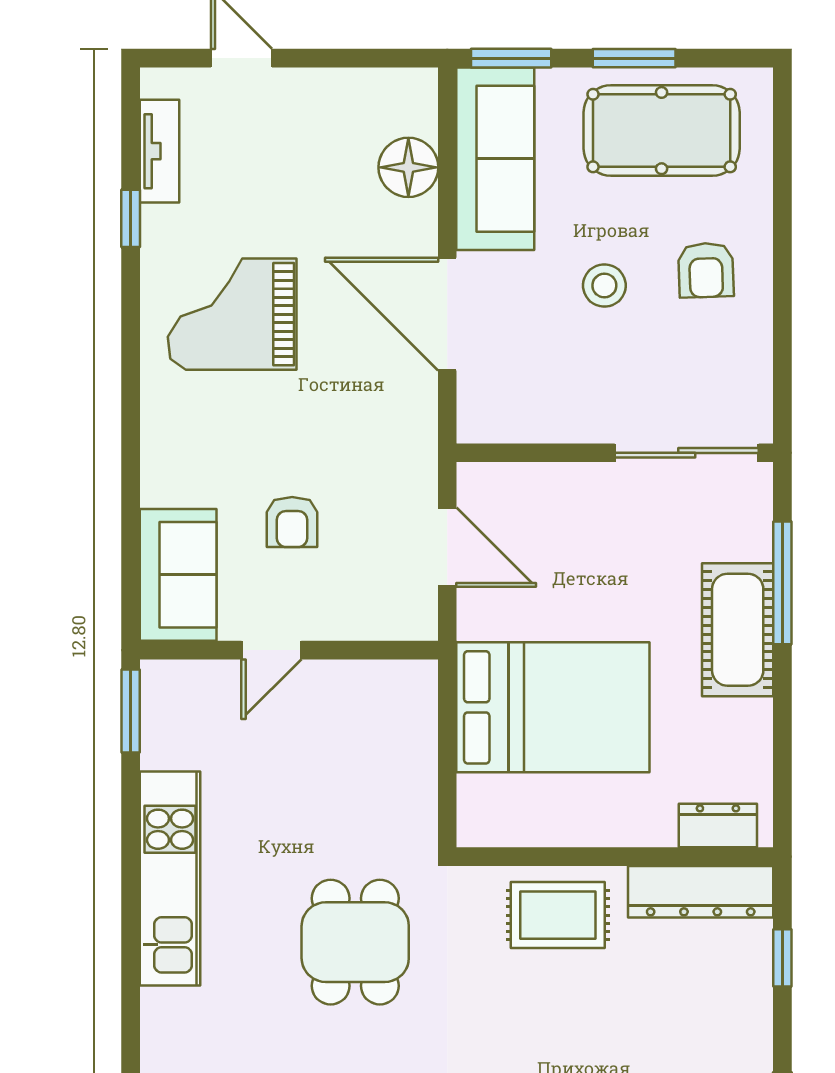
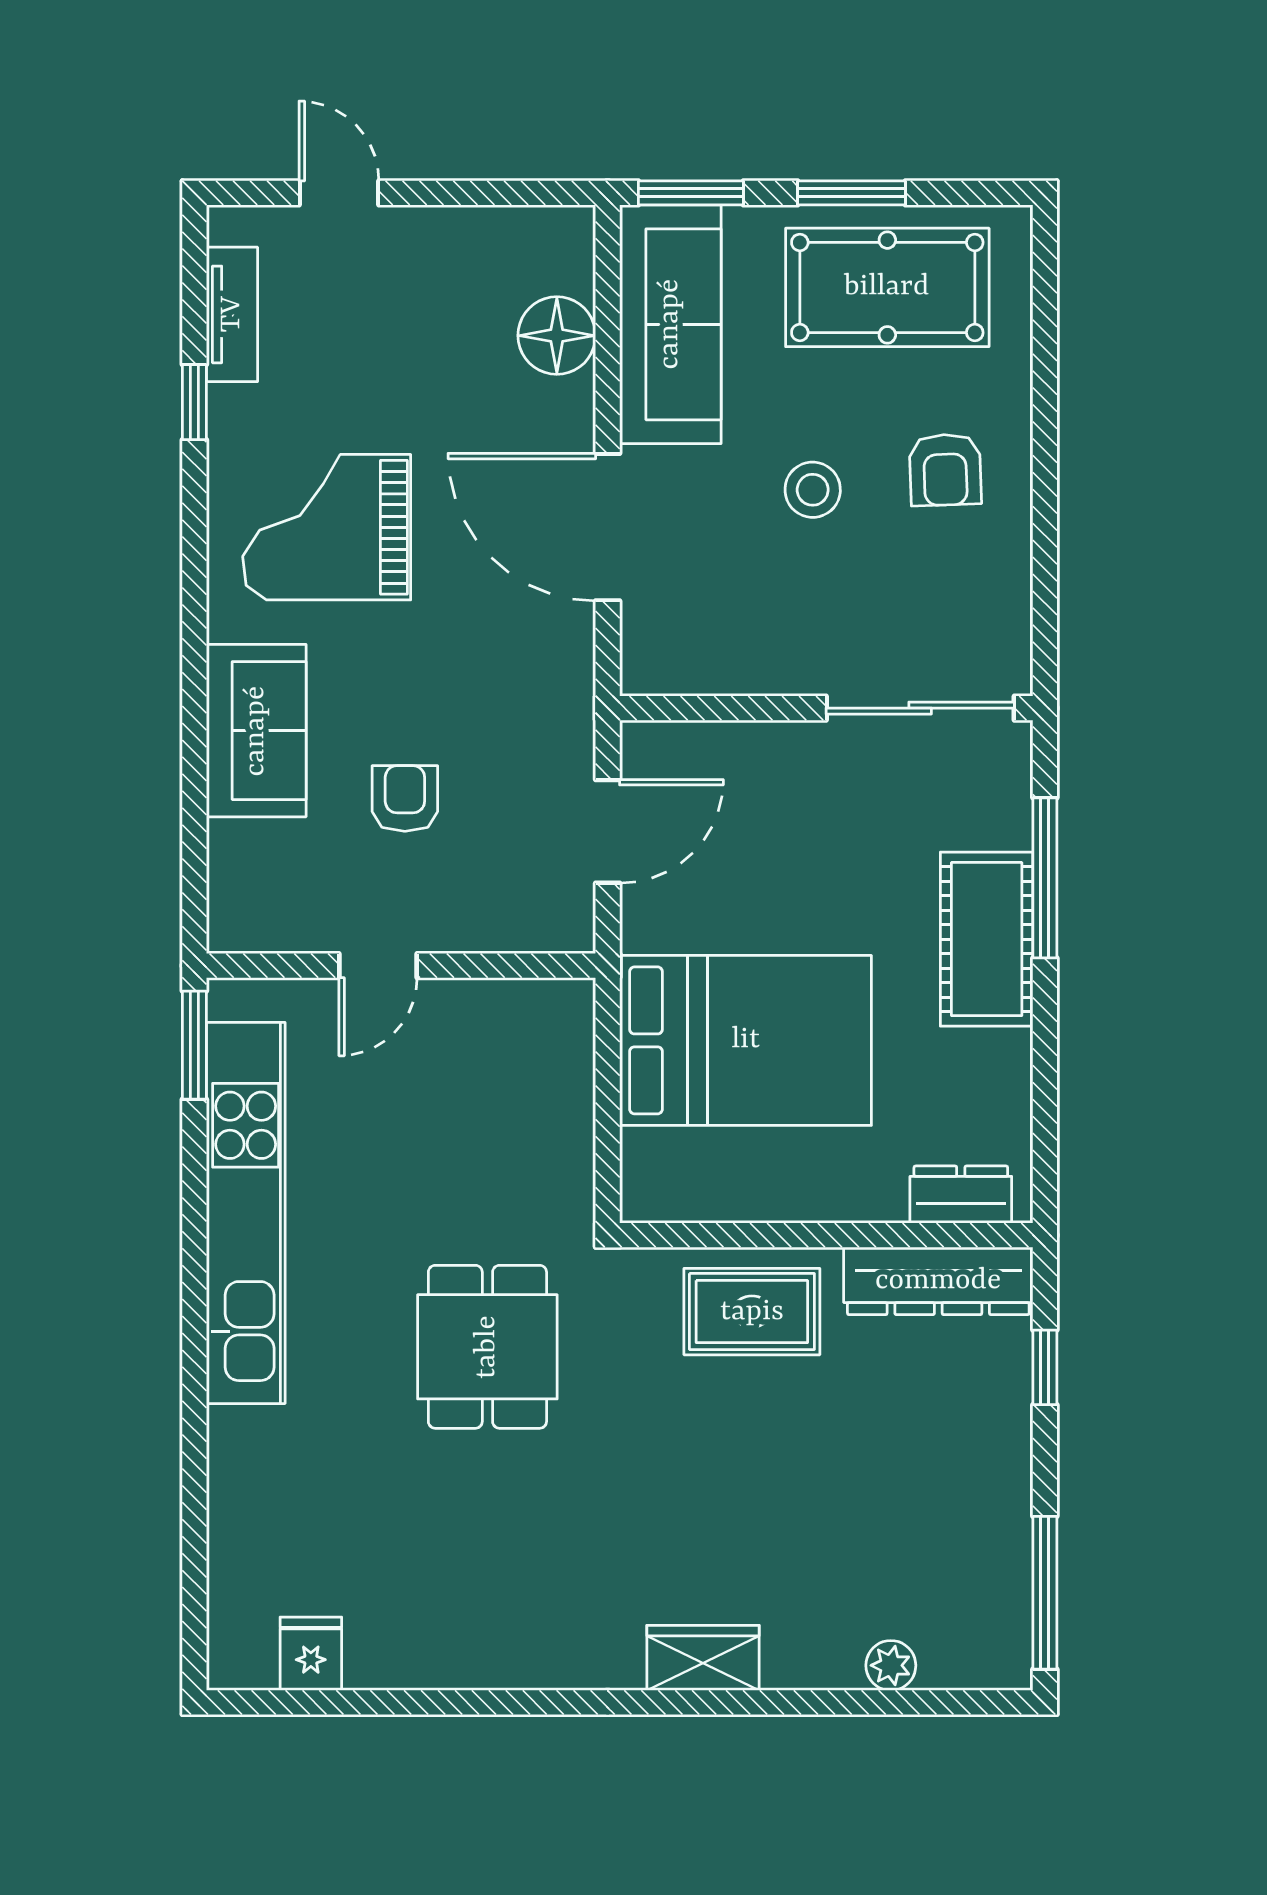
armchair: (292, 522) -> (405, 798), turned 180
door: (447, 547) -> (608, 831), hinge flipped
sofa: (178, 575) -> (256, 731), moved
kitchen unit: (170, 878) -> (246, 1213), width x1.36

